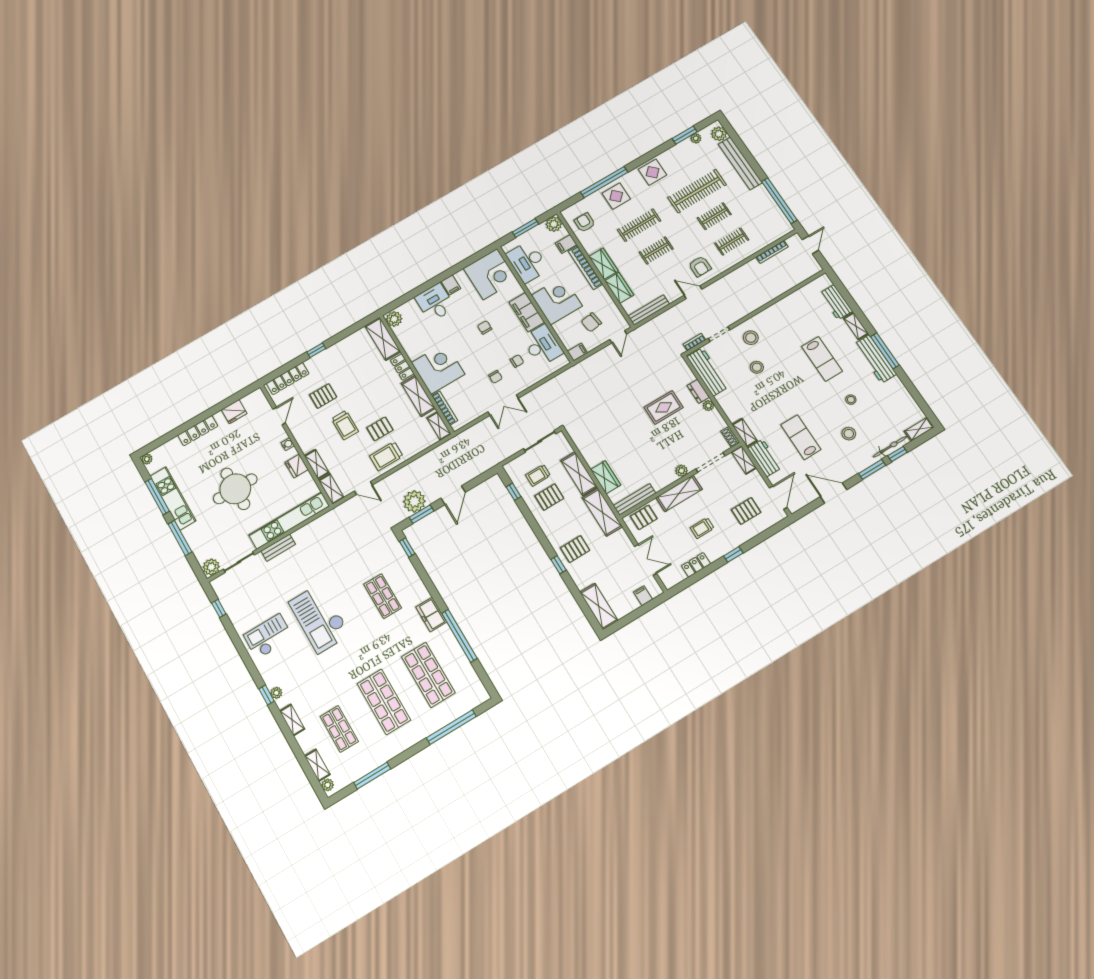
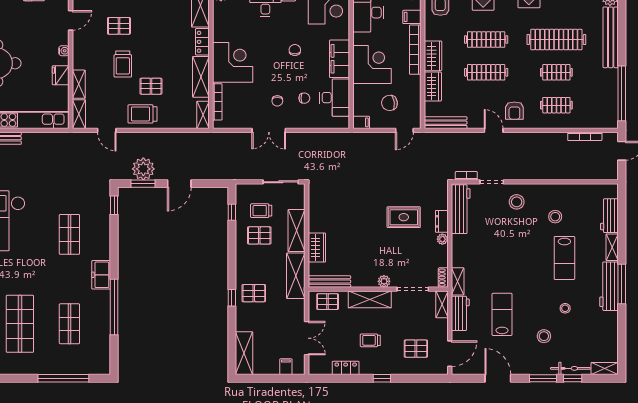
clothes rail: (656, 251) -> (486, 72), width x1.36
stool: (757, 367) -> (555, 217), moved
shop shelf: (428, 675) -> (69, 324), width x0.70, depth x0.74

